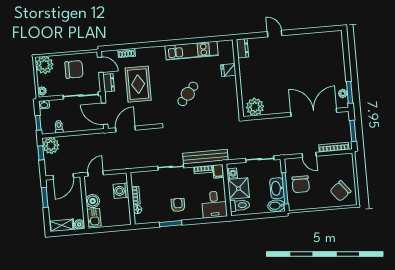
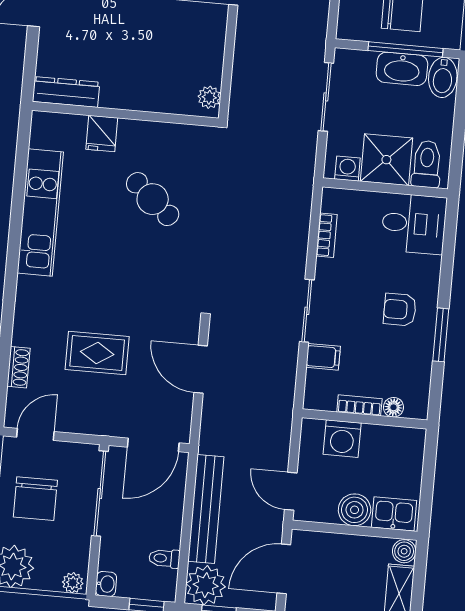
dresser: (243, 48) -> (66, 92), width x1.44
chair: (74, 69) -> (35, 499), turned 180
dresser: (109, 83) -> (81, 422), removed
rug: (138, 84) -> (97, 353), width x0.73, depth x0.70
cafe table: (188, 94) -> (153, 199), moved
plant: (255, 107) -> (209, 97), width x0.53, depth x0.53
door: (125, 129) -> (201, 369), moved
bench: (205, 157) -> (206, 509), moved
filing cabinet: (218, 171) -> (323, 357), moved
door: (63, 176) -> (284, 569), swing flipped

